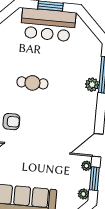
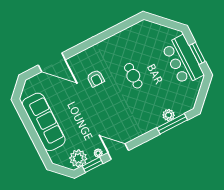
plant: (92, 85) -> (169, 115), moved
plant: (83, 194) -> (78, 158), width x1.88, depth x1.88

